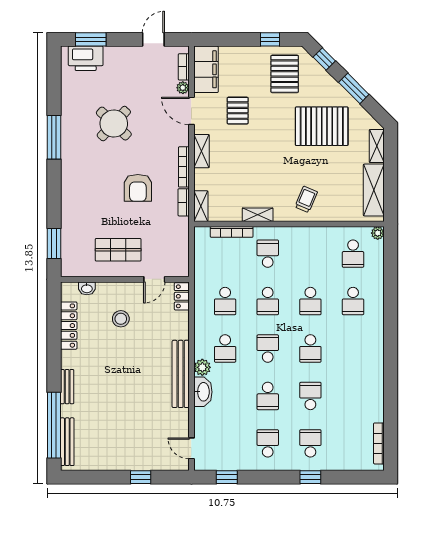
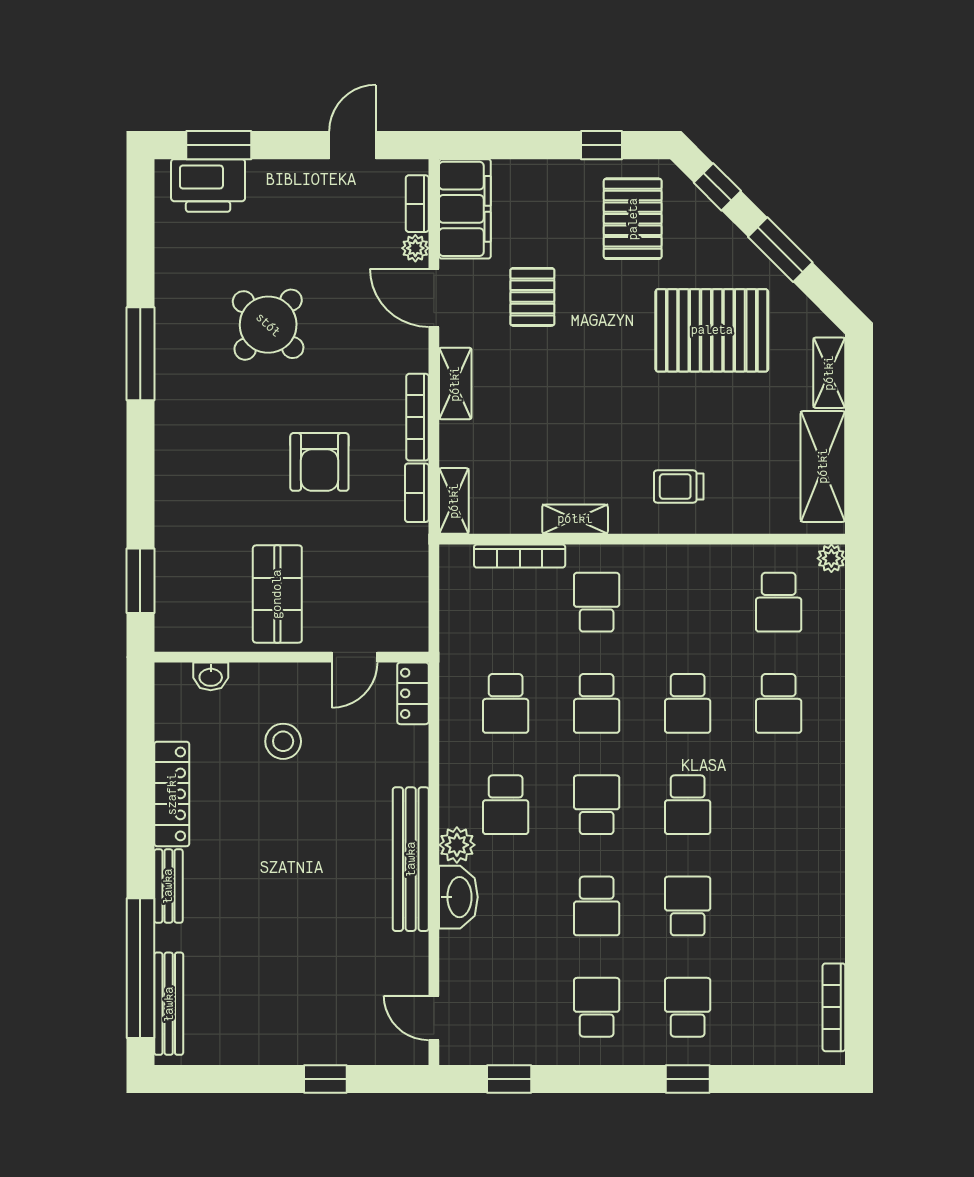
trolley: (306, 199) -> (679, 486), turned -113
shop shelf: (118, 250) -> (277, 594), turned 90
locker: (69, 326) -> (172, 794), moved

